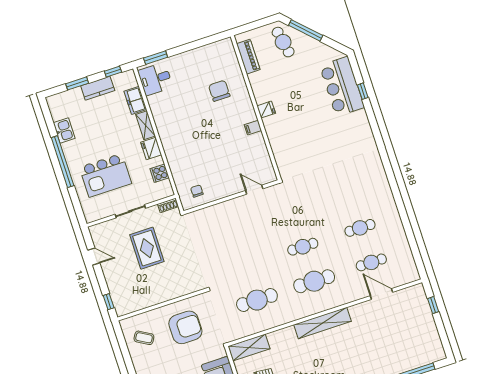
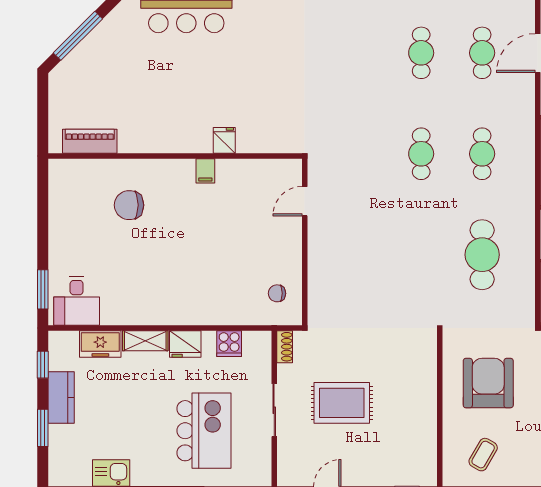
cafe table: (283, 42) -> (85, 78), removed
fridge: (266, 110) -> (224, 140), moved
cafe table: (314, 281) -> (482, 154), width x0.73, depth x0.74

